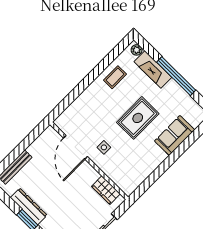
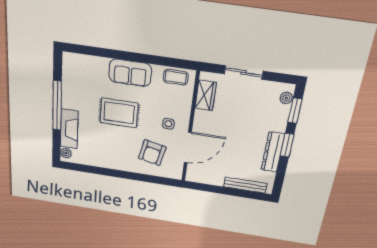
coffee table: (115, 77) -> (176, 77), moved
armchair: (90, 117) -> (152, 153), added
sofa: (175, 135) -> (130, 73), moved

